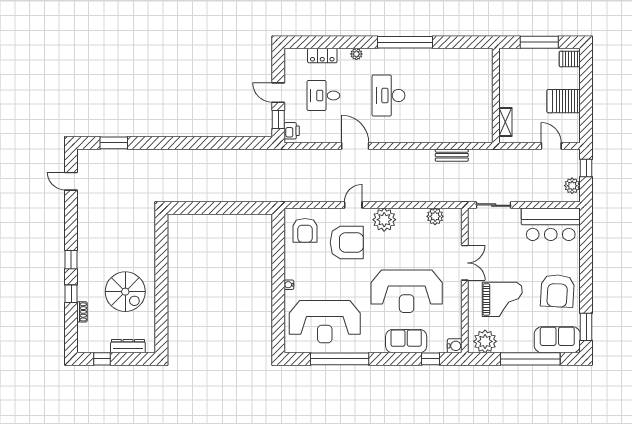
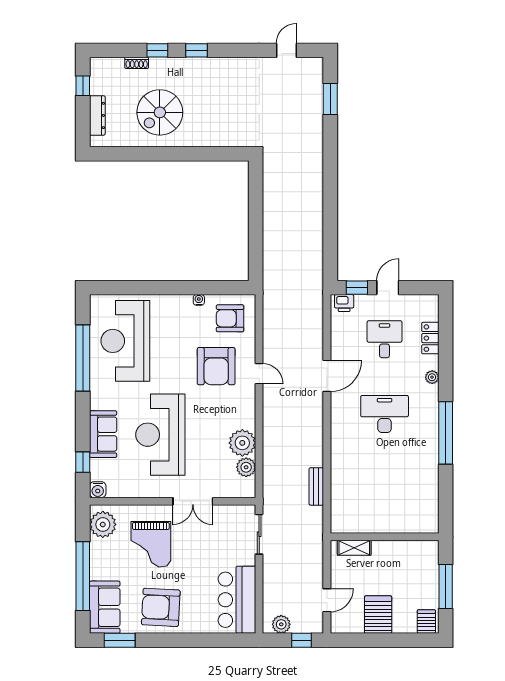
plant: (384, 220) -> (242, 443), moved
water cooler: (289, 285) -> (199, 300), moved

